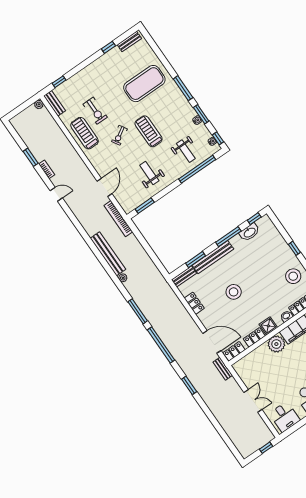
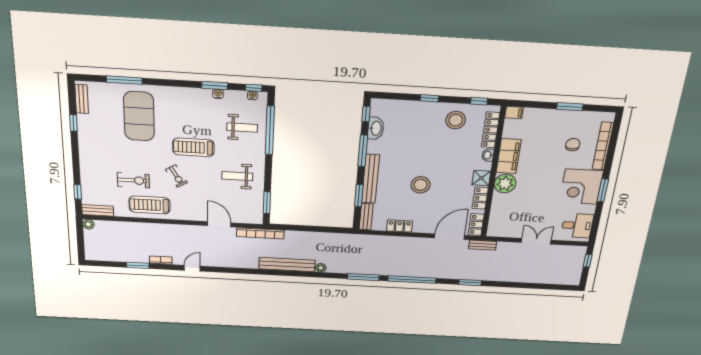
window: (183, 88) -> (124, 80), moved

